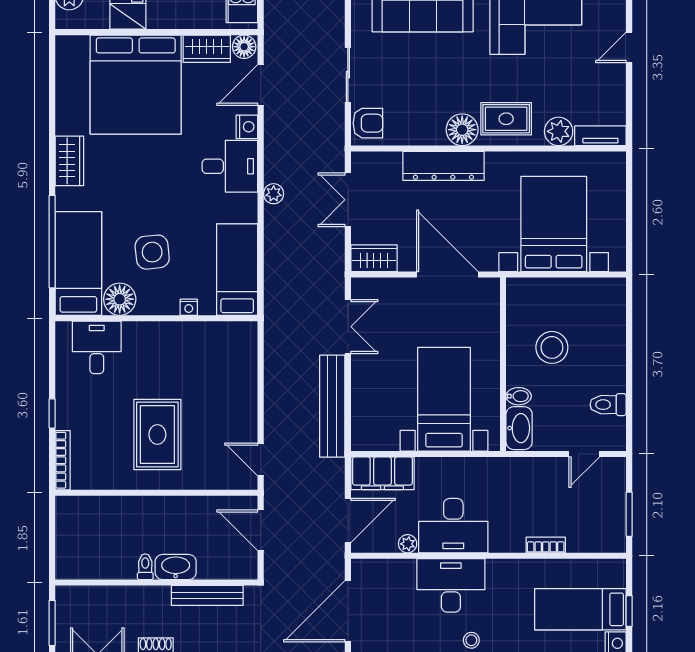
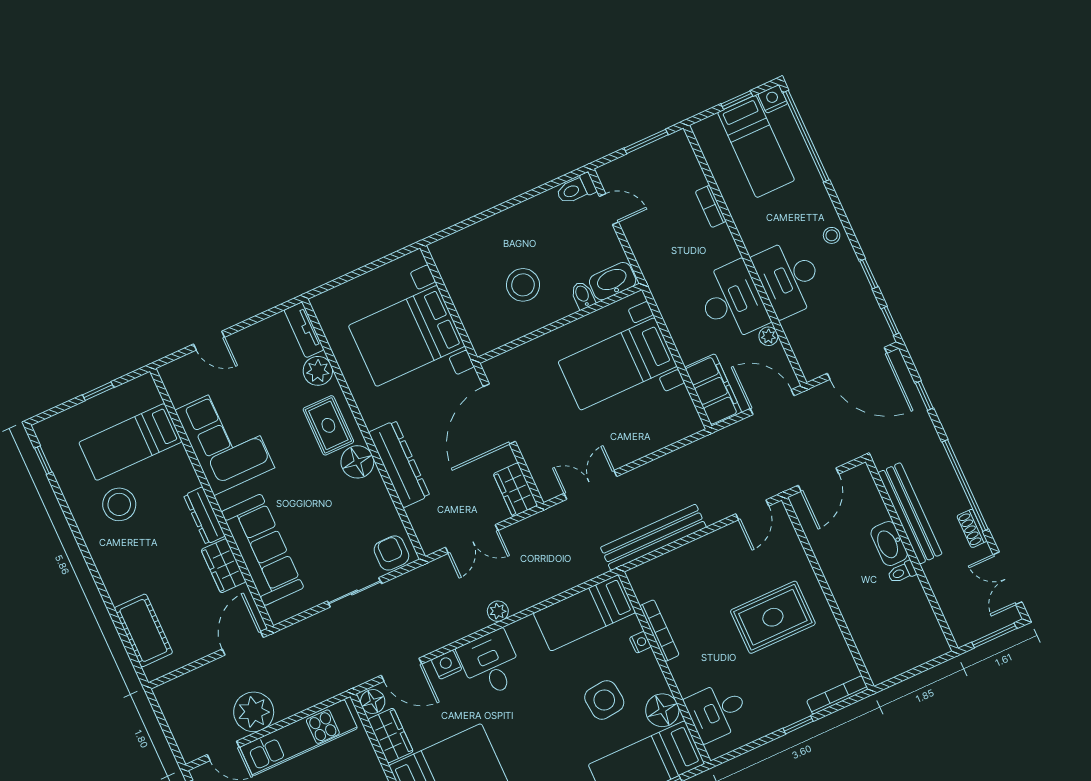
bookcase: (191, 329) -> (659, 631), added
toilet: (608, 405) -> (576, 189), moved, turned 90
bench: (332, 406) -> (653, 537), moved
bench: (207, 595) -> (910, 513), width x1.37, depth x1.21

